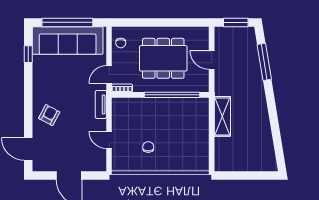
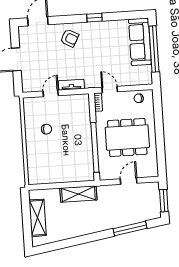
sofa: (68, 41) -> (140, 42), width x0.74, depth x0.79
window: (28, 54) -> (94, 18), moved
dining table: (163, 58) -> (127, 137), turned 90
tv unit: (101, 104) -> (71, 85), moved
shelving: (246, 163) -> (38, 218), added

